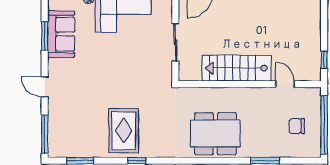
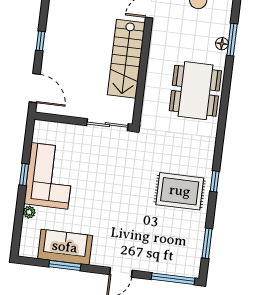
sliding door: (175, 42) -> (107, 125), moved
floor lamp: (260, 152) -> (222, 44), added

